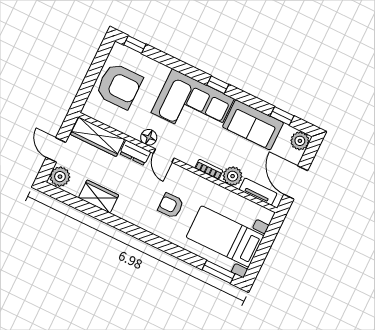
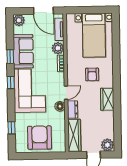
window: (135, 45) -> (12, 128), moved
window: (282, 116) -> (10, 57), moved
door: (296, 182) -> (43, 11), hinge flipped
wardrobe: (99, 196) -> (107, 99), moved
window: (219, 272) -> (116, 29), removed

